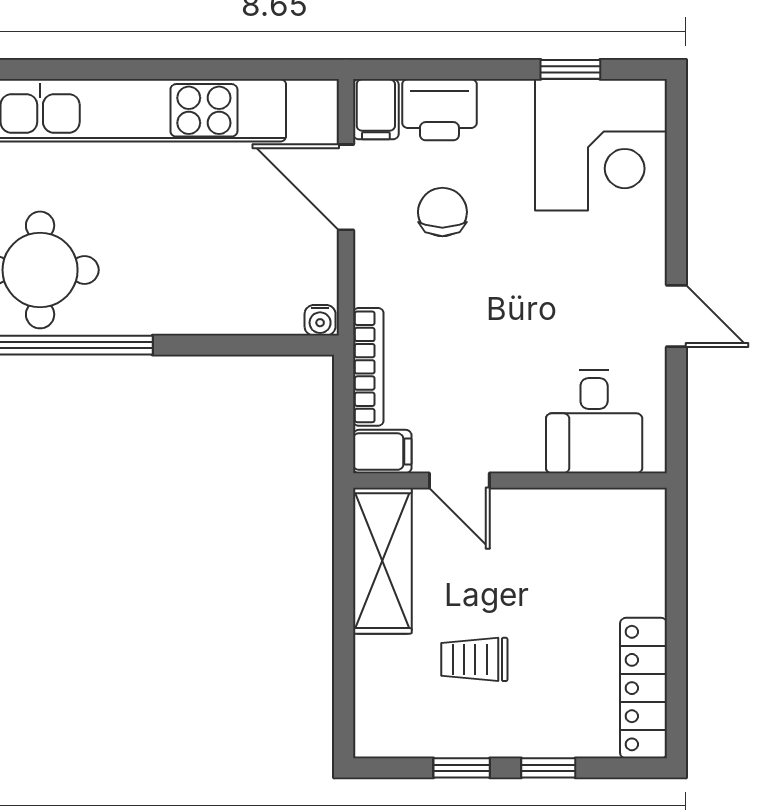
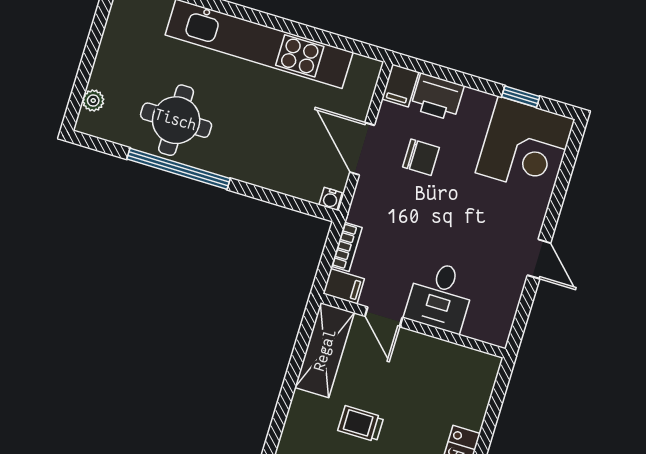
door: (346, 187) -> (362, 149), moved
chair: (442, 212) -> (421, 157), turned 90
bookcase: (368, 367) -> (347, 247), width x0.64
desk: (594, 421) -> (440, 296), moved

